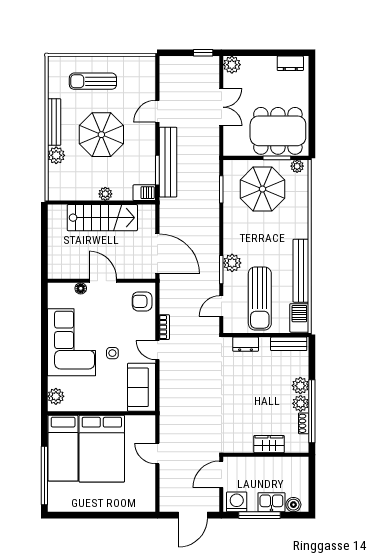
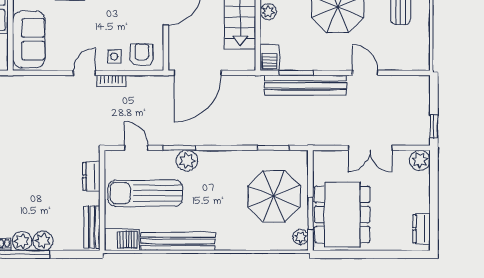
side table: (112, 353) -> (114, 57), moved
sofa: (142, 387) -> (29, 39), moved, turned 90

